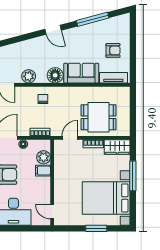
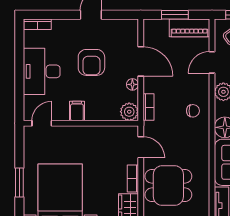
dining table: (98, 117) -> (168, 186), turned 90
plant: (44, 157) -> (129, 112), moved
filing cabinet: (43, 171) -> (77, 111), moved

